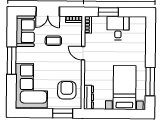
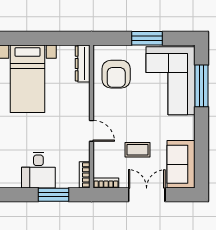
window: (12, 61) -> (201, 86), moved
window: (63, 113) -> (147, 38), moved

